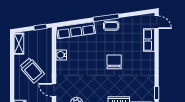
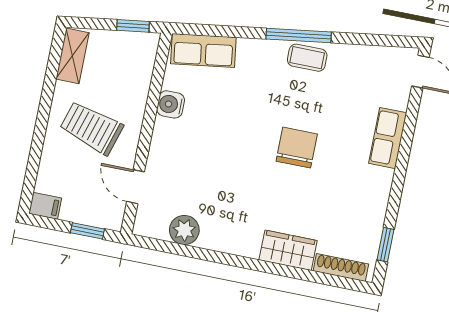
row of seats: (76, 30) -> (203, 50), width x0.68
row of seats: (149, 40) -> (388, 138), moved
trolley: (32, 70) -> (91, 128), turned 148

